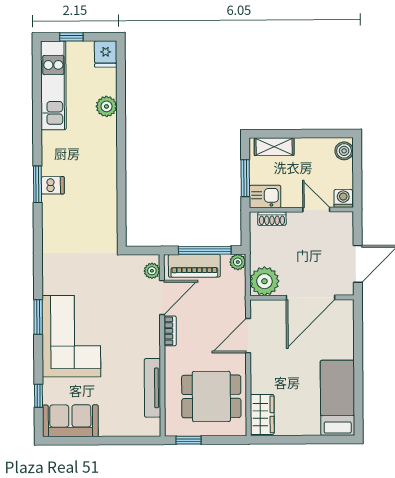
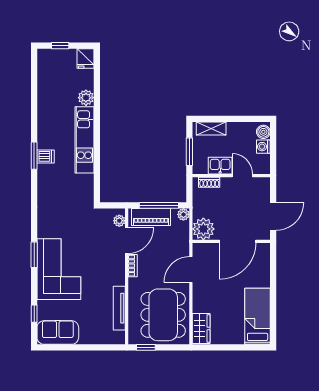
kitchen unit: (53, 85) -> (84, 140), moved, turned 180
kitchen sink: (265, 197) -> (220, 166), moved
washing machine: (343, 198) -> (263, 147), moved, turned -90
dining table: (211, 396) -> (163, 315), width x1.38

